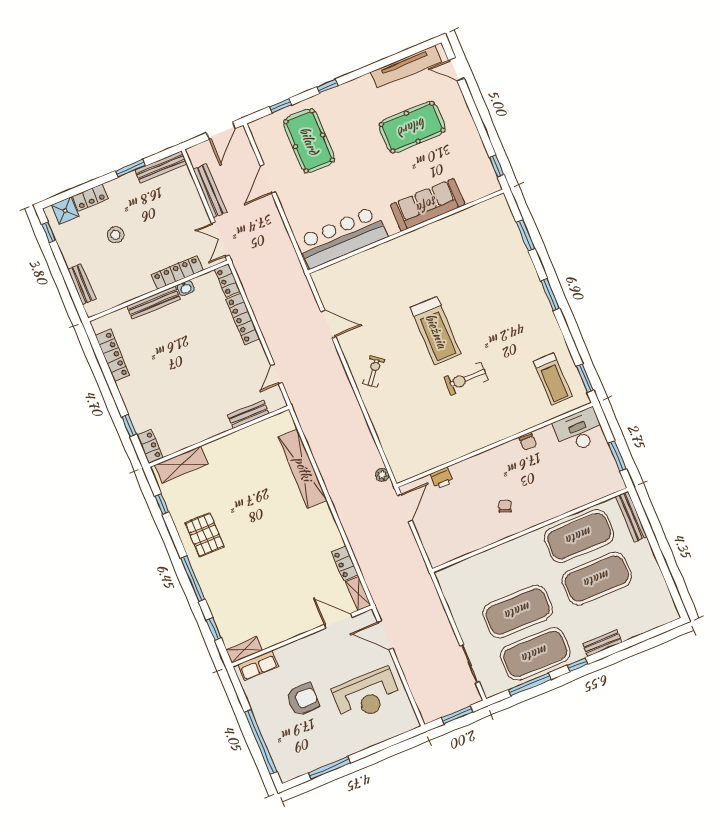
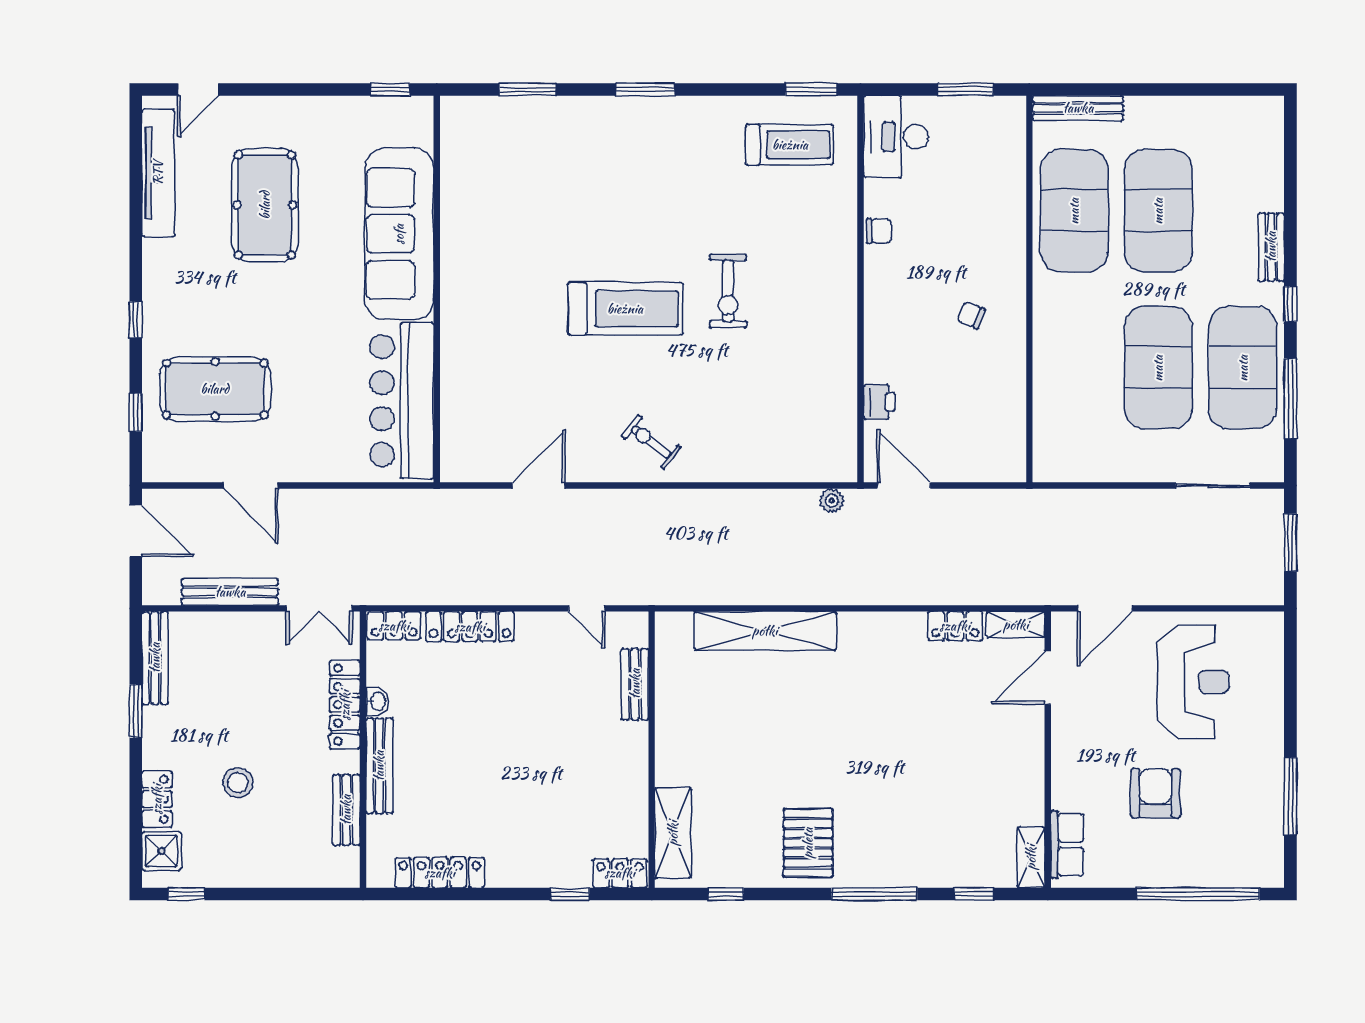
sofa: (427, 205) -> (399, 234), width x1.36, depth x1.27
bench: (82, 284) -> (346, 810), moved, turned 90
pallet: (205, 535) -> (808, 843), turned 90

